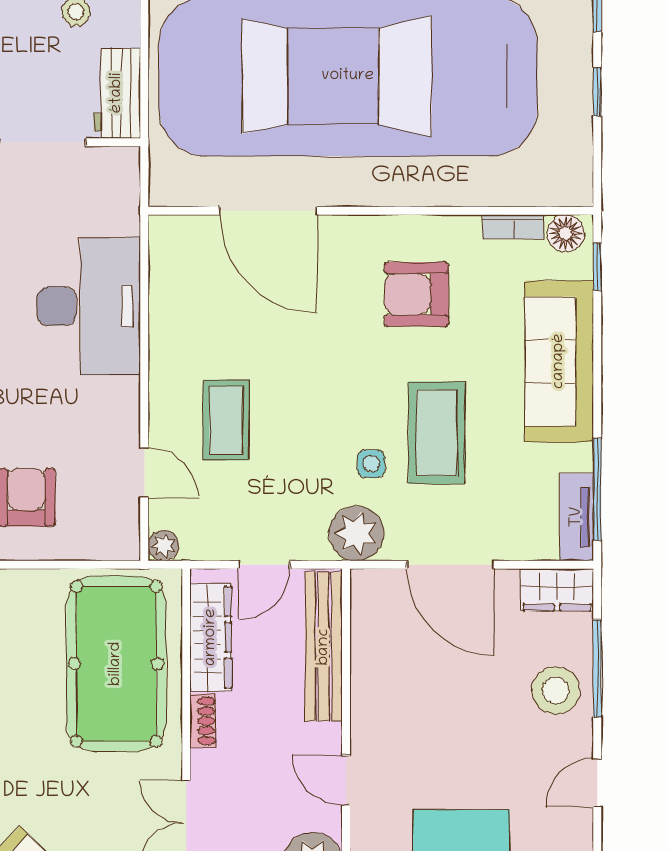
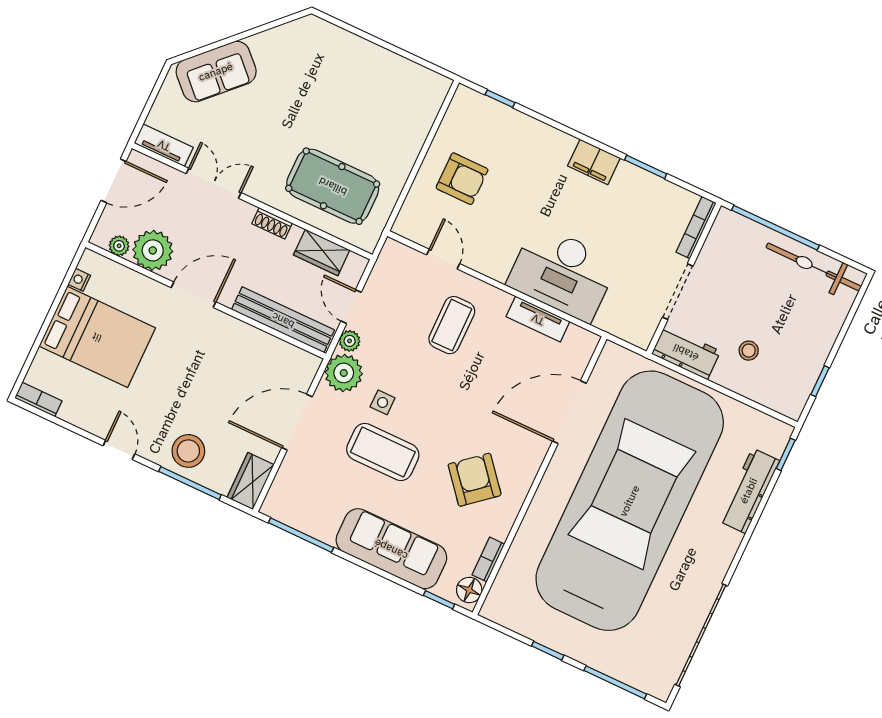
armchair: (416, 294) -> (475, 480), turned -40
coffee table: (226, 420) -> (452, 325), turned 90
door: (144, 472) -> (443, 259), swing flipped
tv unit: (577, 517) -> (538, 319), moved, turned 180
plant: (163, 546) -> (350, 341), moved
wardrobe: (211, 637) -> (322, 252), width x0.67
pool table: (116, 664) -> (333, 186), width x0.73, depth x0.76
door: (346, 780) -> (193, 295), width x1.38

